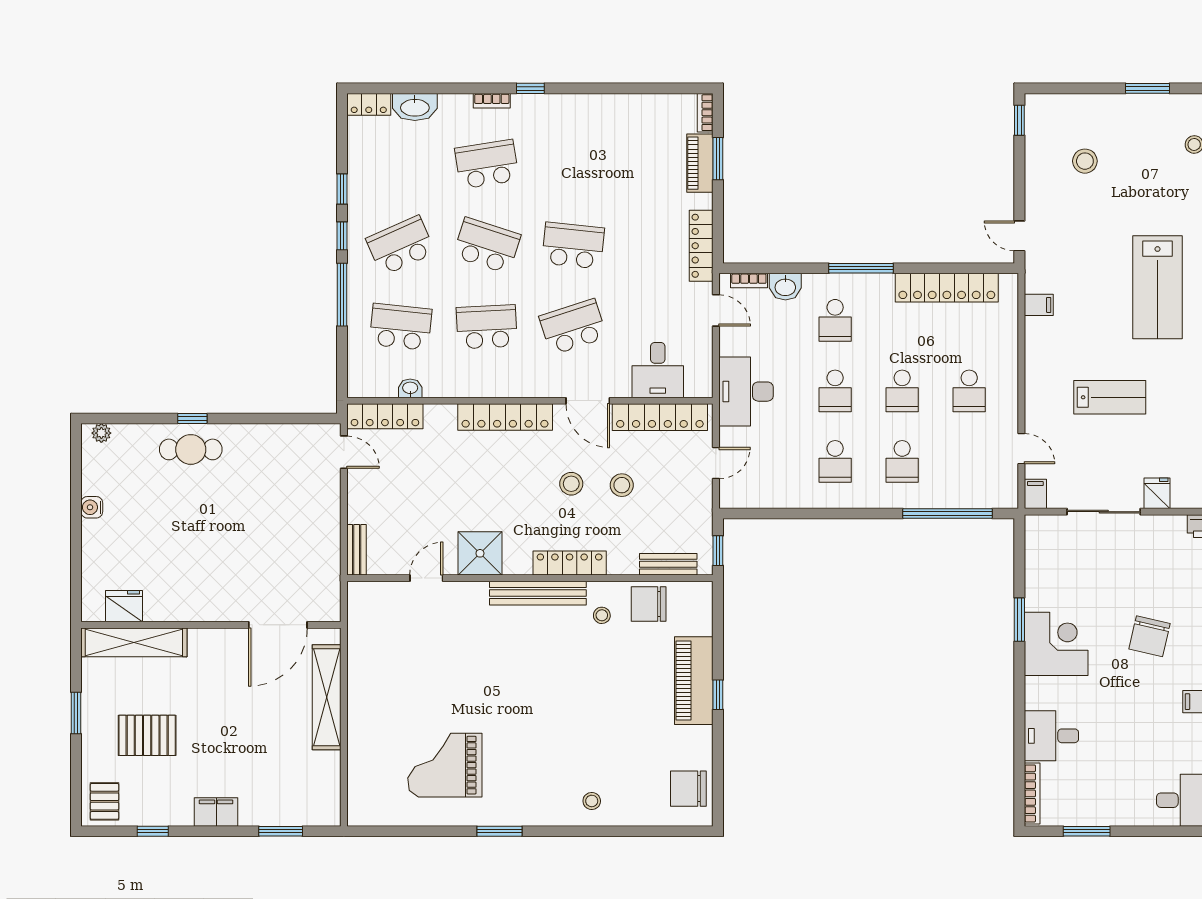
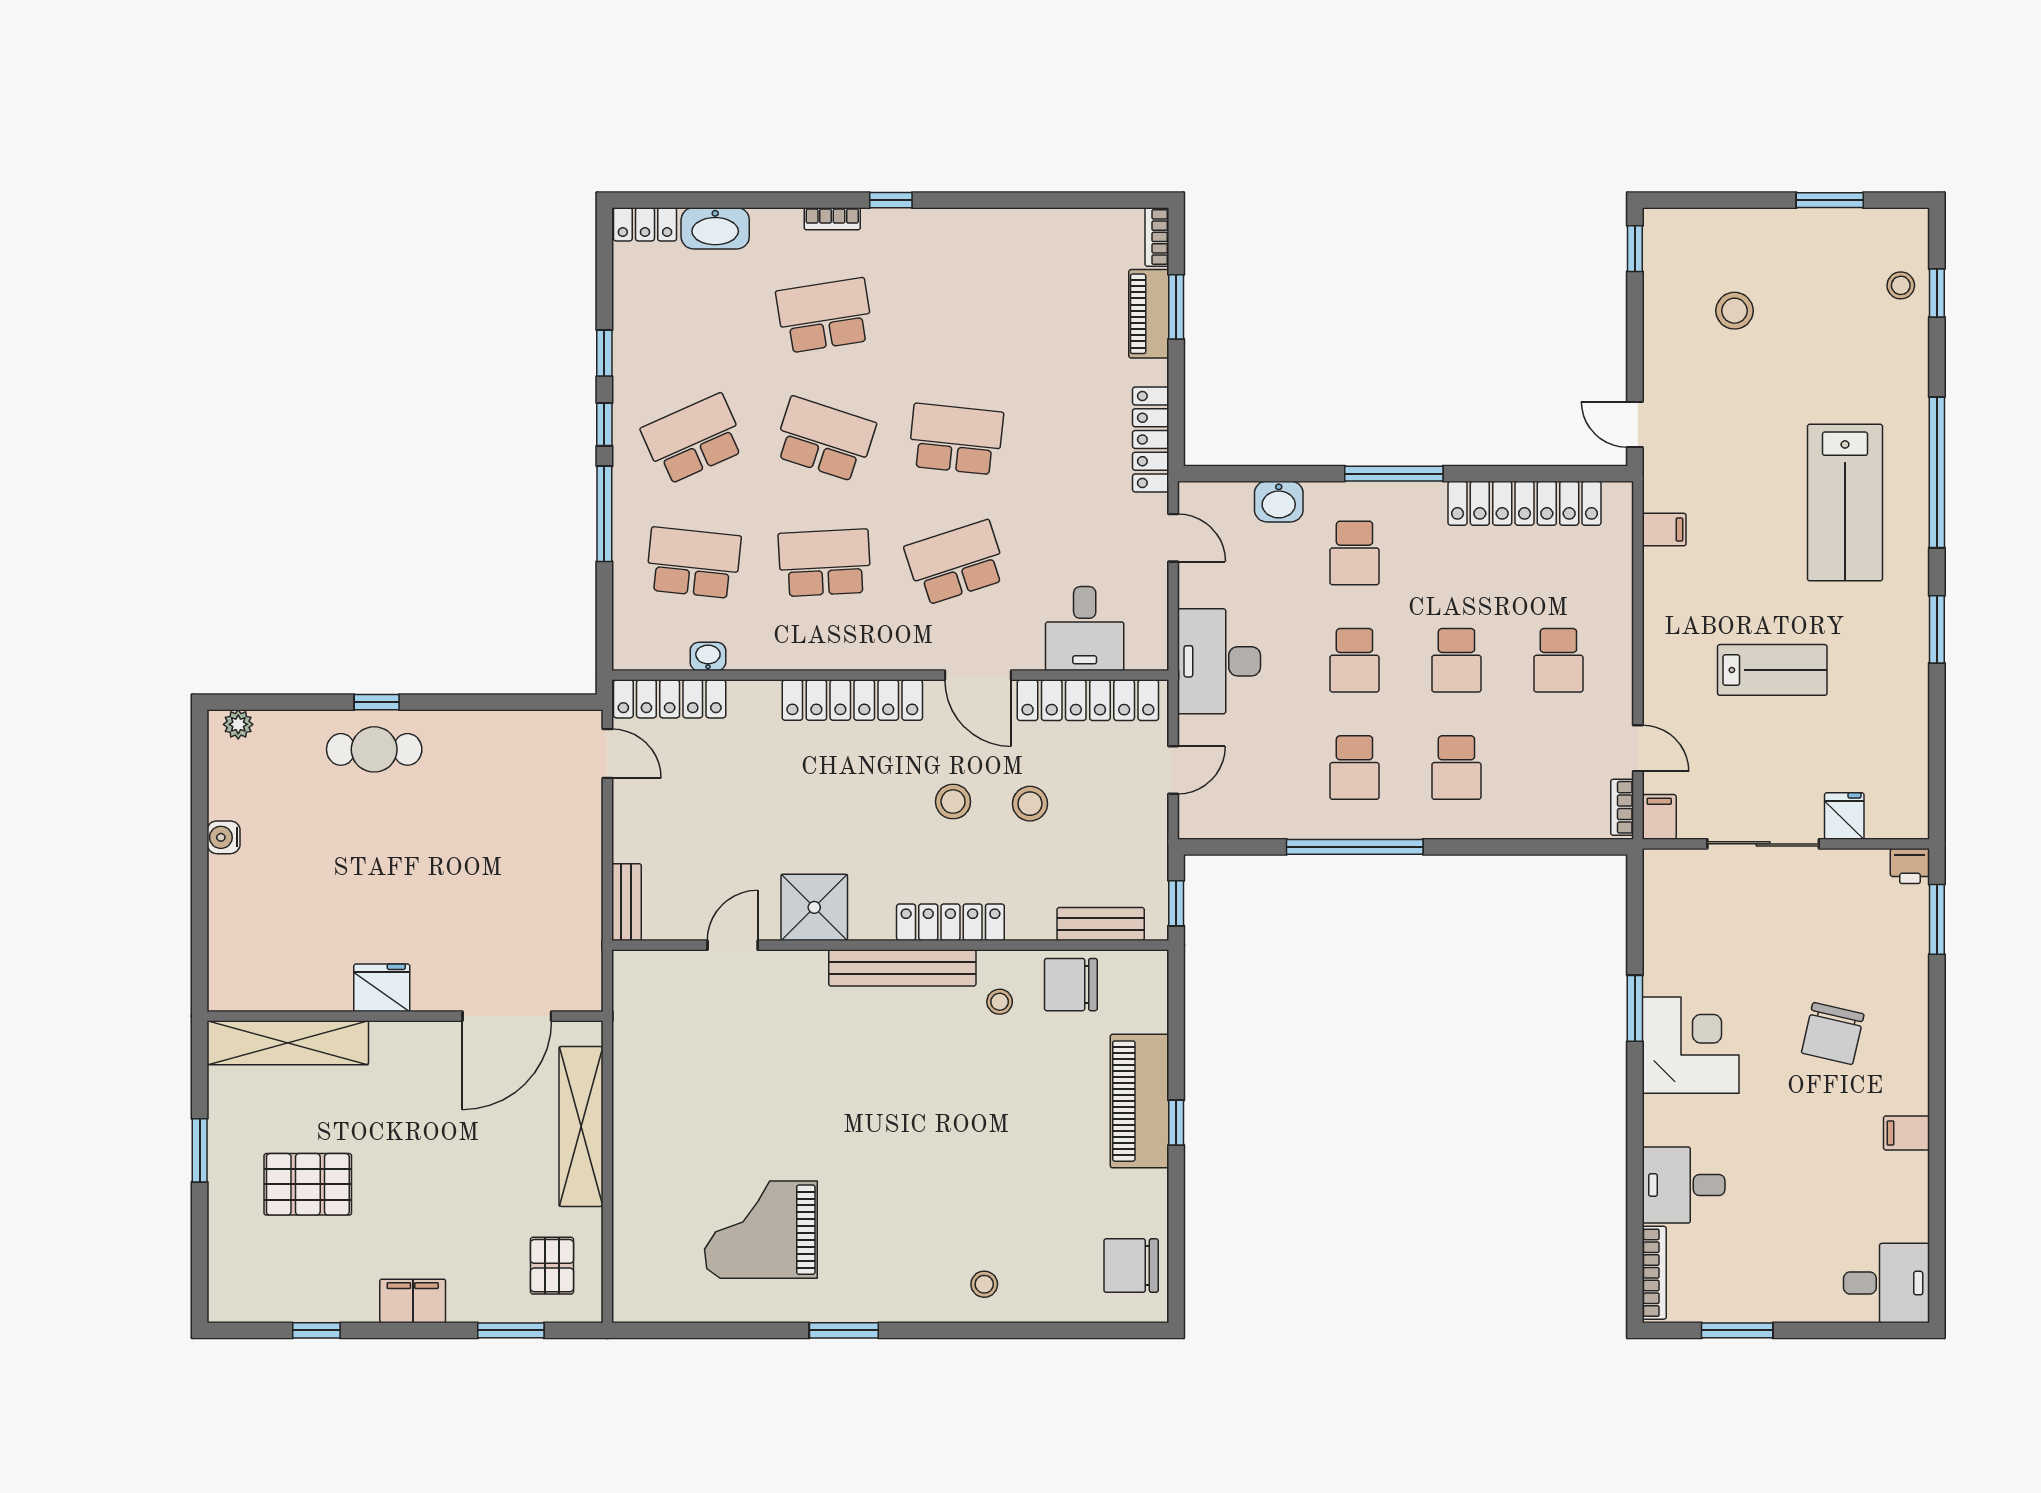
bookcase: (749, 280) -> (1622, 807), moved, turned 90
window: (947, 514) -> (1355, 847), moved
fridge: (124, 606) -> (382, 988), moved
pallet: (104, 801) -> (552, 1266), moved

